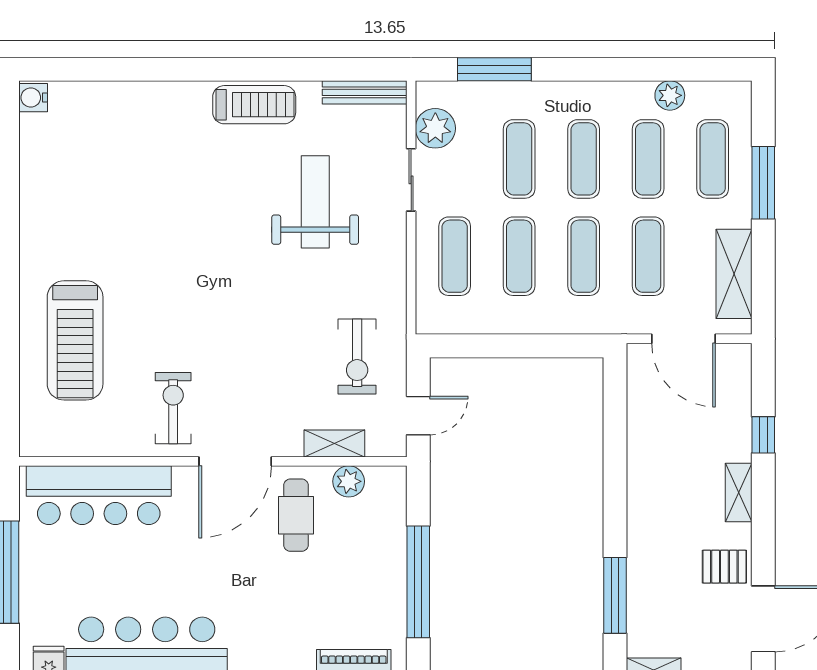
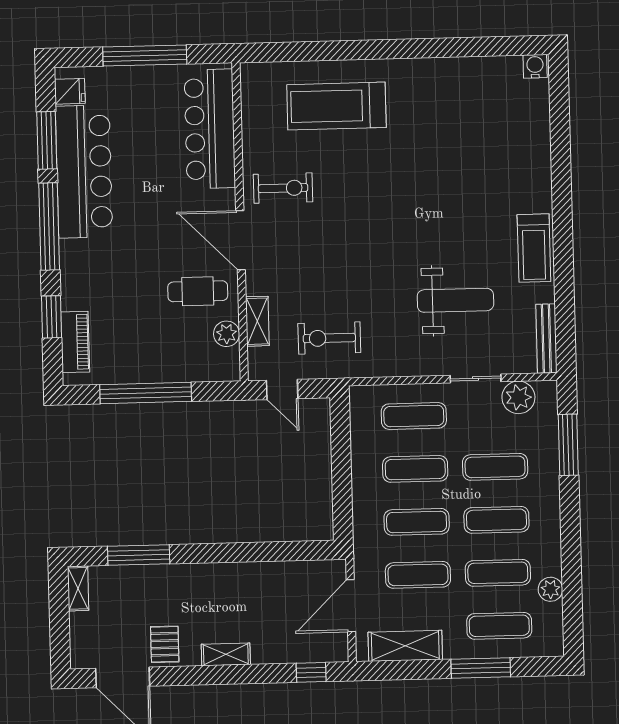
window: (763, 435) -> (311, 672), moved

